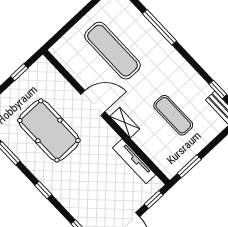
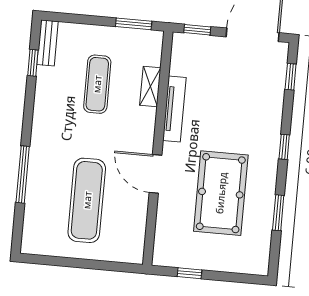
shelving: (125, 123) -> (150, 87), moved
tv unit: (134, 161) -> (174, 109), moved

